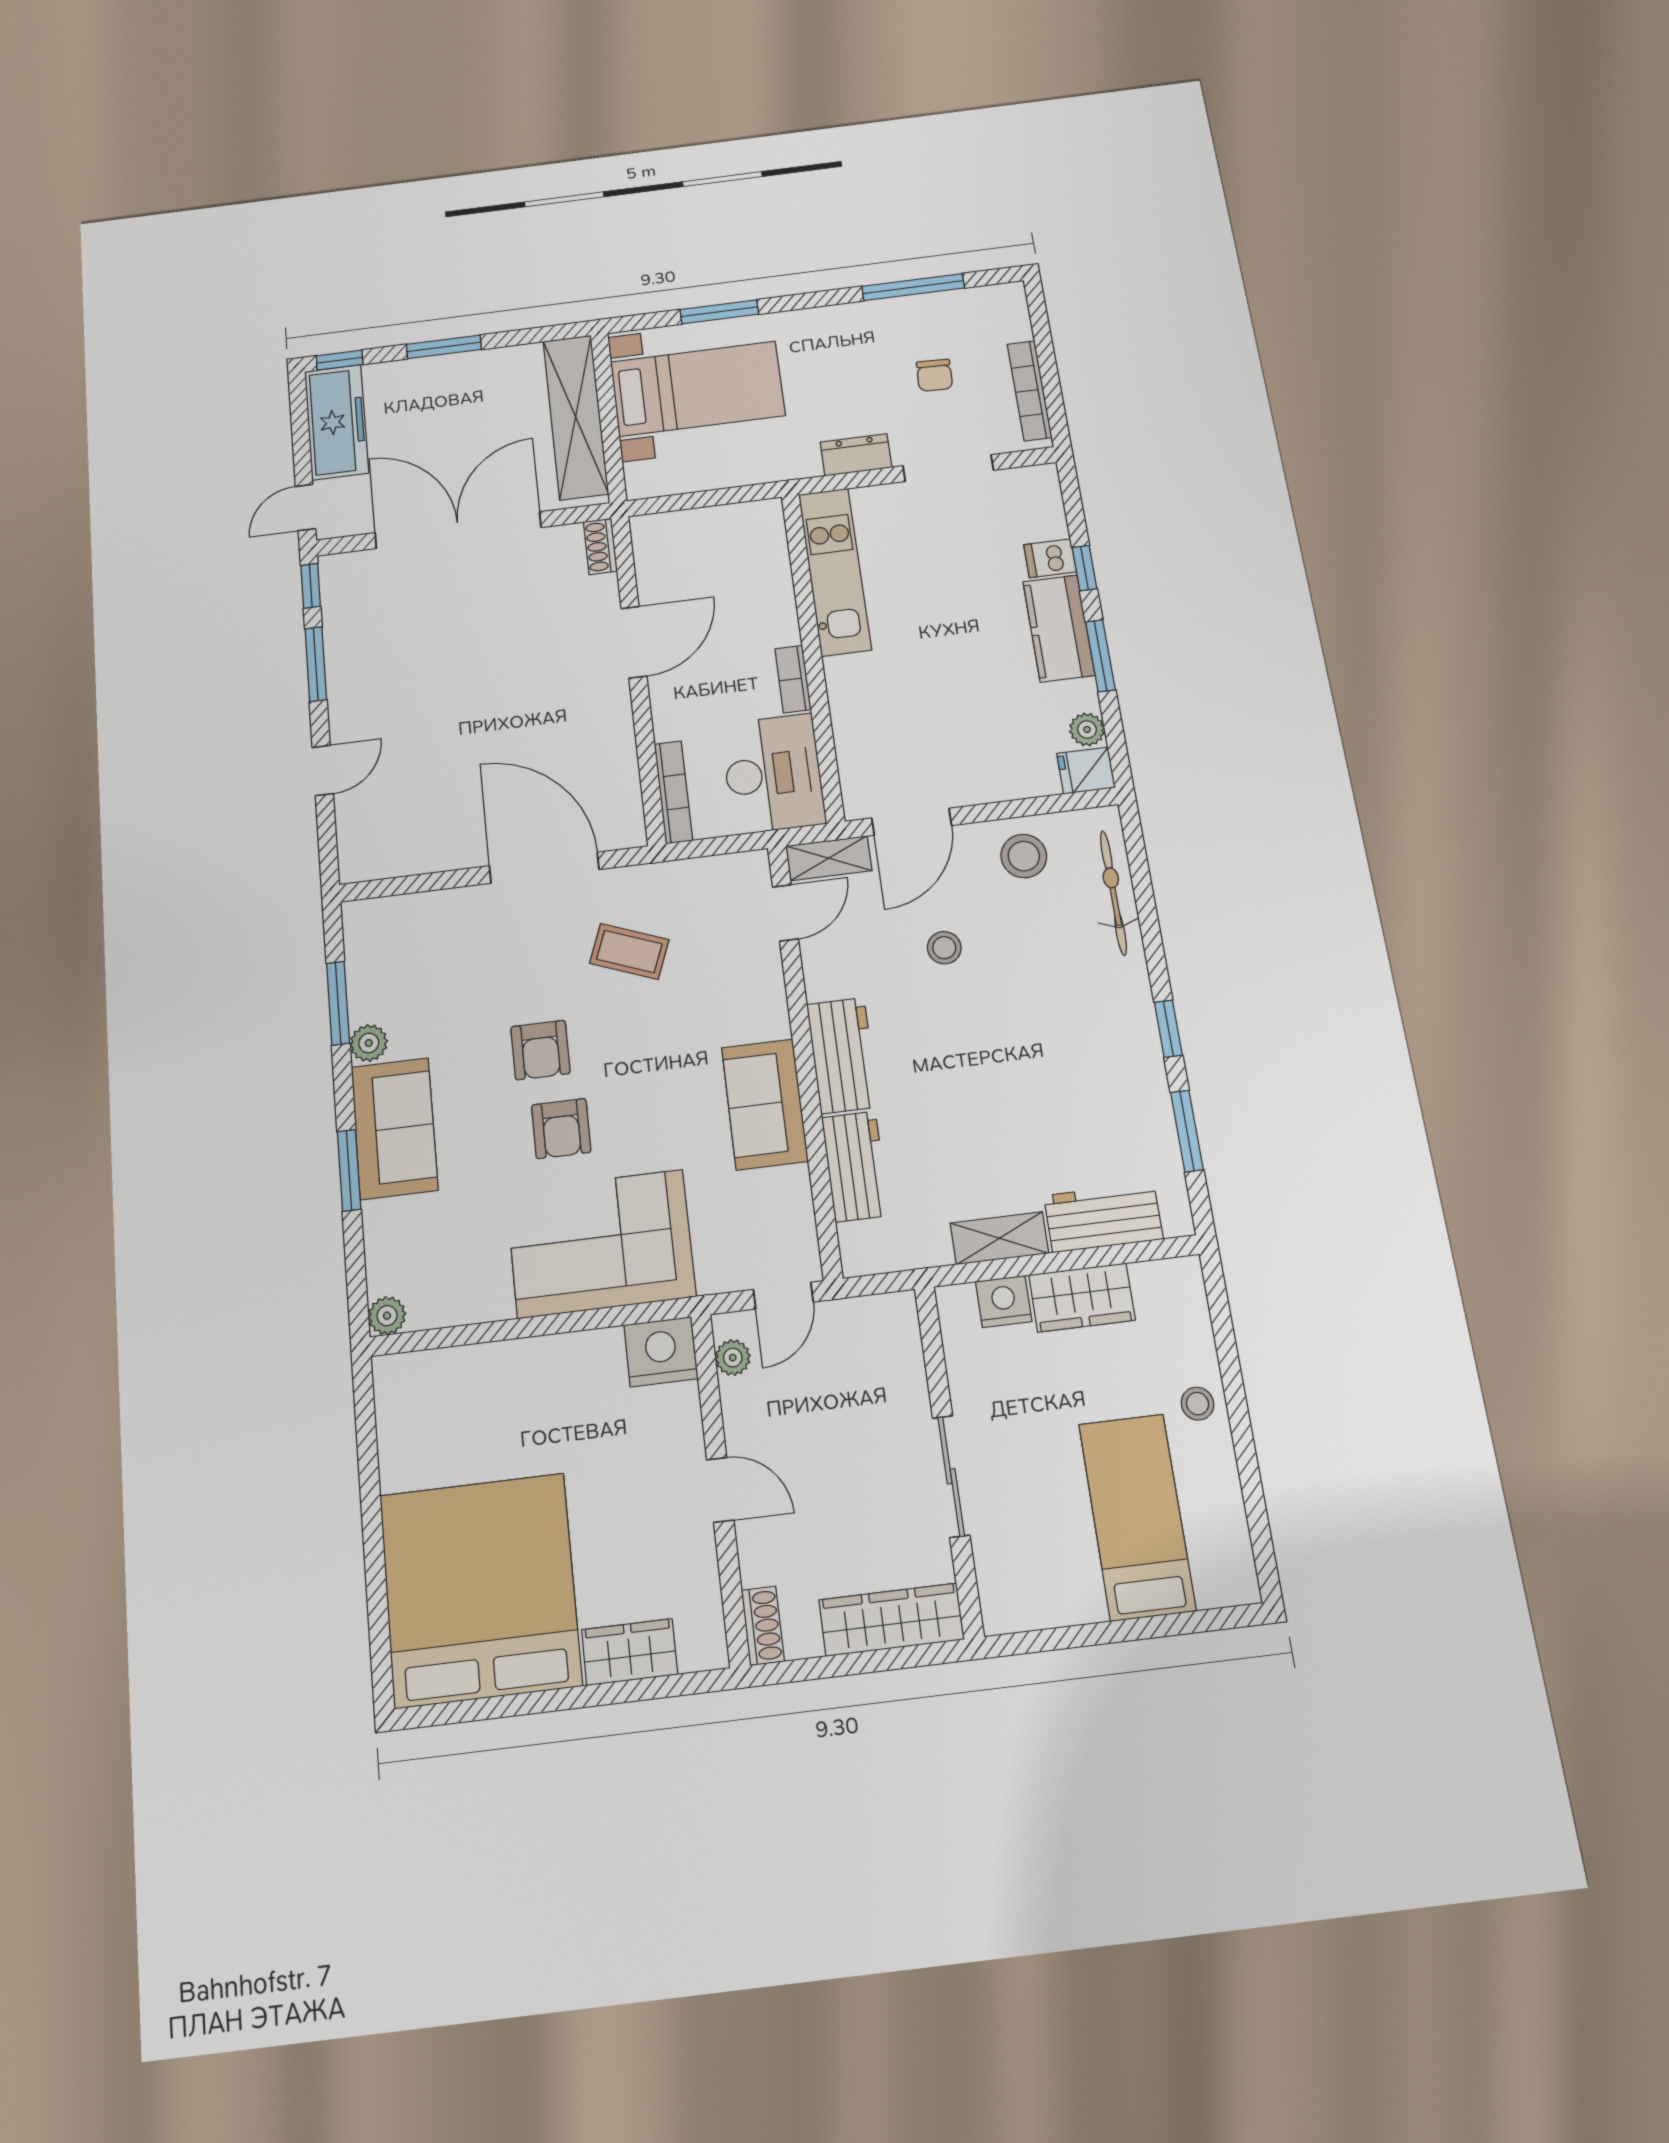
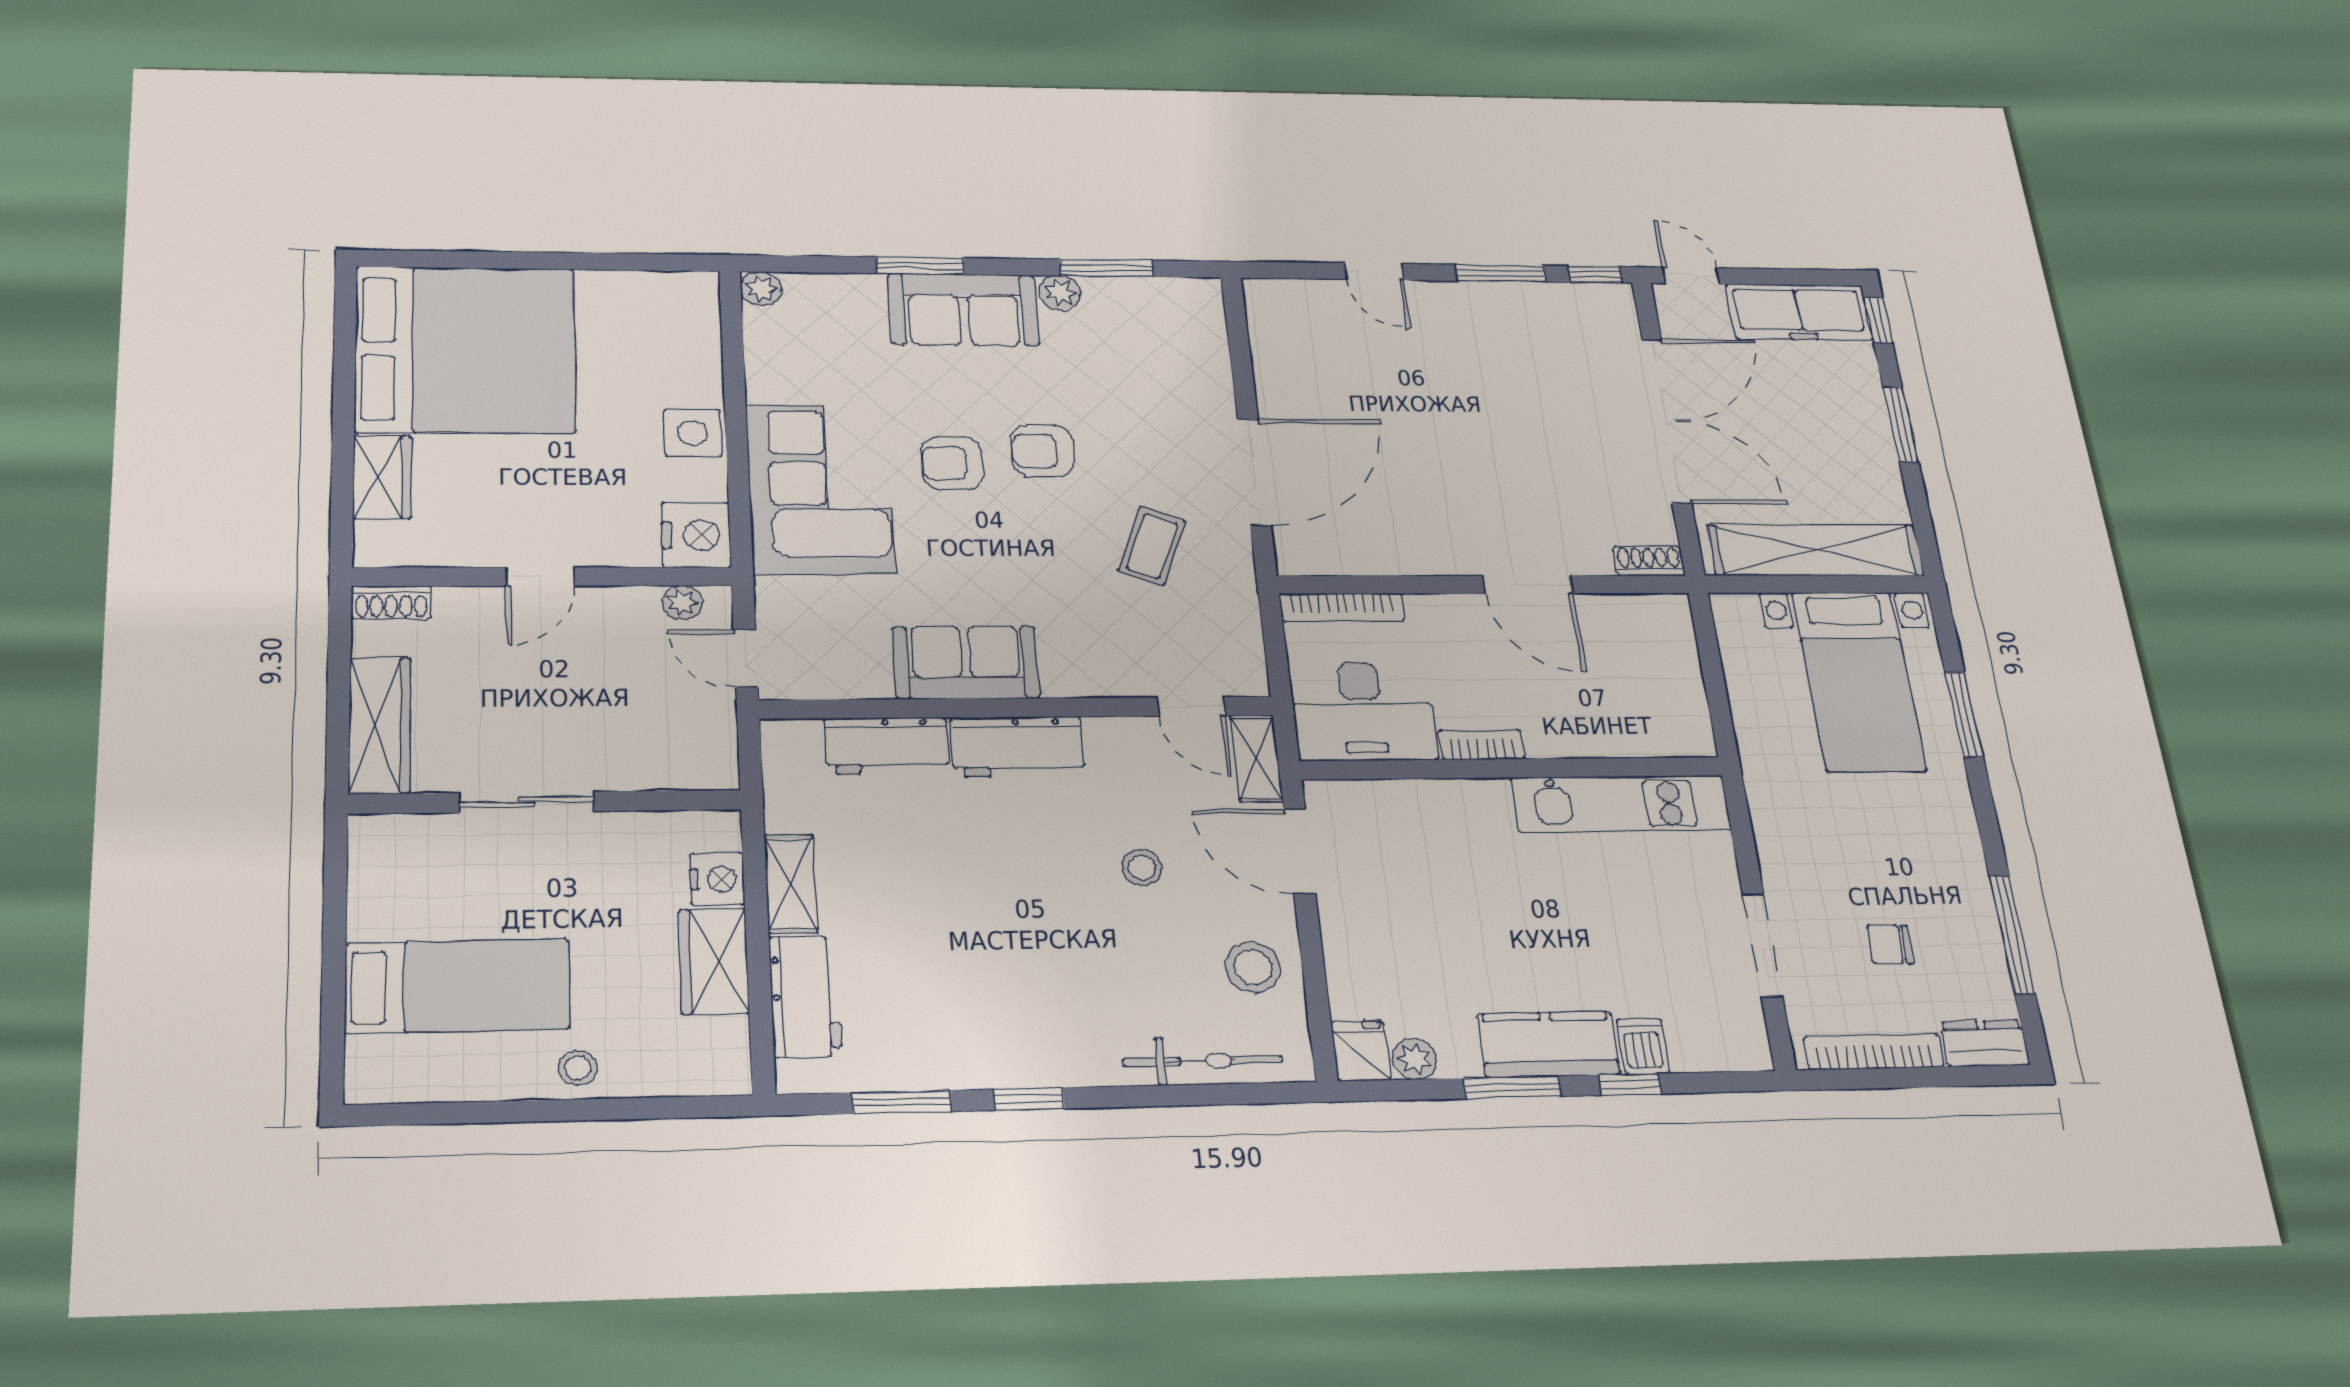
dresser: (856, 455) -> (1985, 1043), moved, turned -90
side table: (552, 1365) -> (693, 433), added

